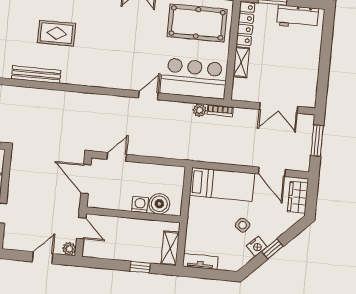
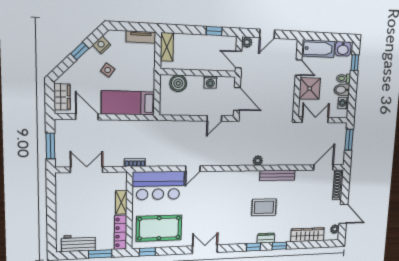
plant: (200, 110) -> (258, 161), moved
washing machine: (140, 205) -> (210, 82), moved
nightstand: (257, 246) -> (102, 45), moved
window: (140, 267) -> (214, 31), moved

